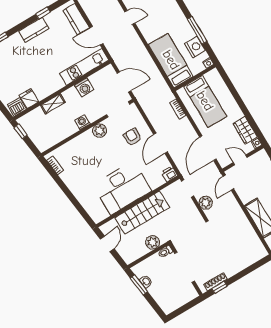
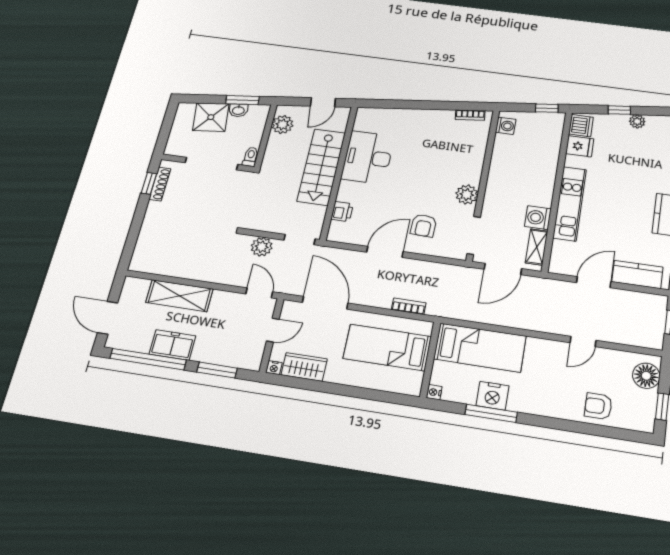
nightstand: (195, 47) -> (493, 396), moved
kitchen unit: (84, 67) -> (570, 204), moved
shelving: (53, 104) -> (537, 247), moved
washing machine: (82, 122) -> (506, 126), moved
armchair: (132, 137) -> (424, 226), turned 92
door: (160, 143) -> (385, 252), hinge flipped
printer: (169, 174) -> (342, 212), moved
desk: (122, 188) -> (368, 157), width x0.73, depth x0.77
plant: (153, 242) -> (282, 124), moved
door: (107, 244) -> (323, 102), hinge flipped
shower: (161, 292) -> (211, 117), added

